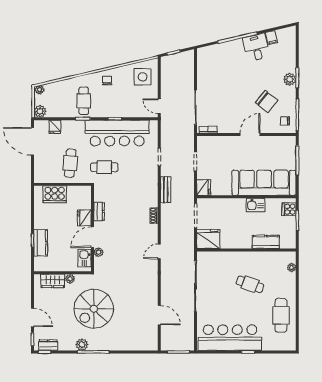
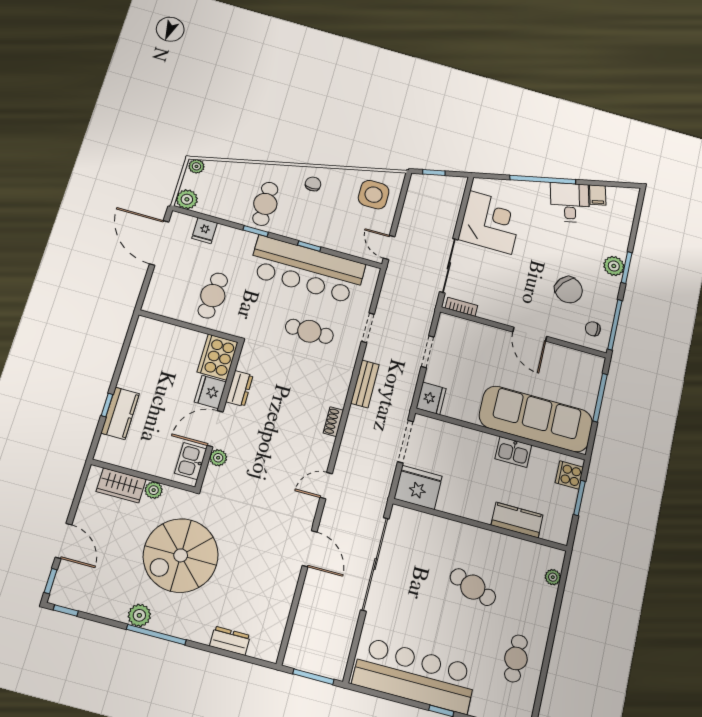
corner desk: (213, 74) -> (491, 222), added
door: (250, 135) -> (530, 334), swing flipped
cafe table: (104, 167) -> (309, 331), moved
cooker: (55, 194) -> (218, 357), moved, turned 90
door: (159, 315) -> (310, 549), moved
cafe table: (281, 315) -> (516, 658), width x0.73, depth x0.74
dresser: (48, 345) -> (230, 641), moved

